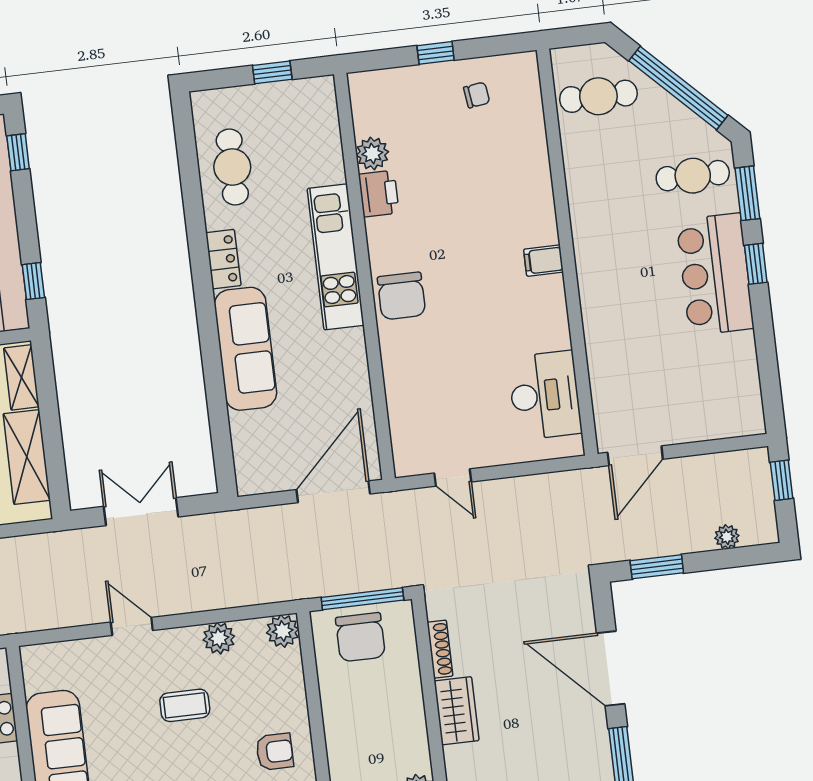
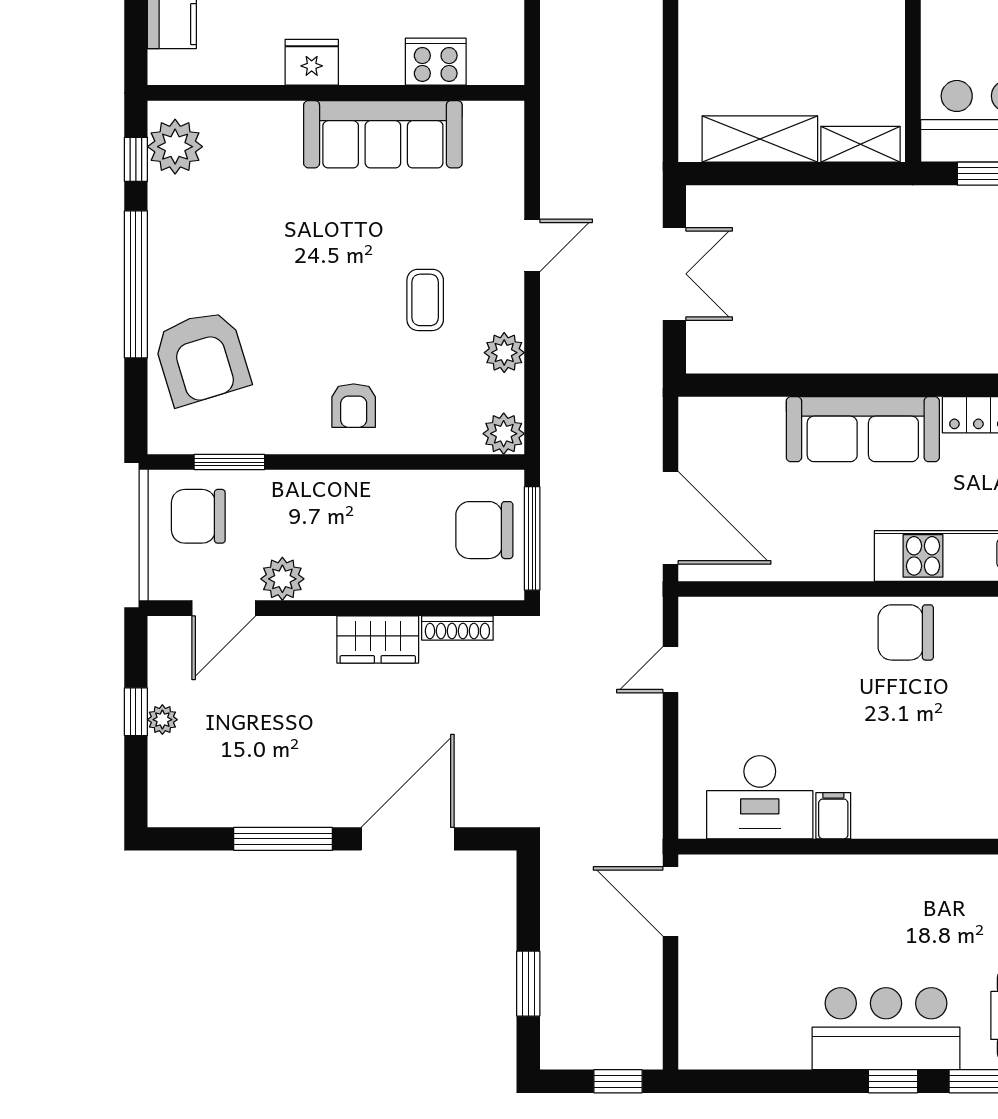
filing cabinet: (543, 261) -> (833, 816), moved
plant: (727, 537) -> (555, 1004), removed
window: (657, 567) -> (528, 984), moved

